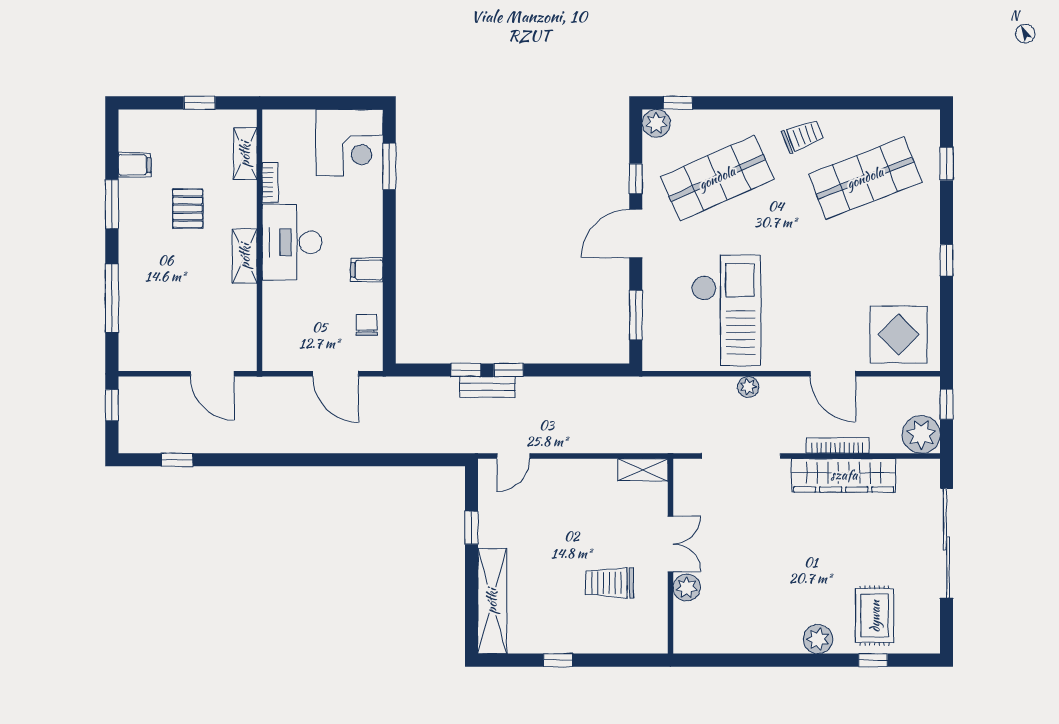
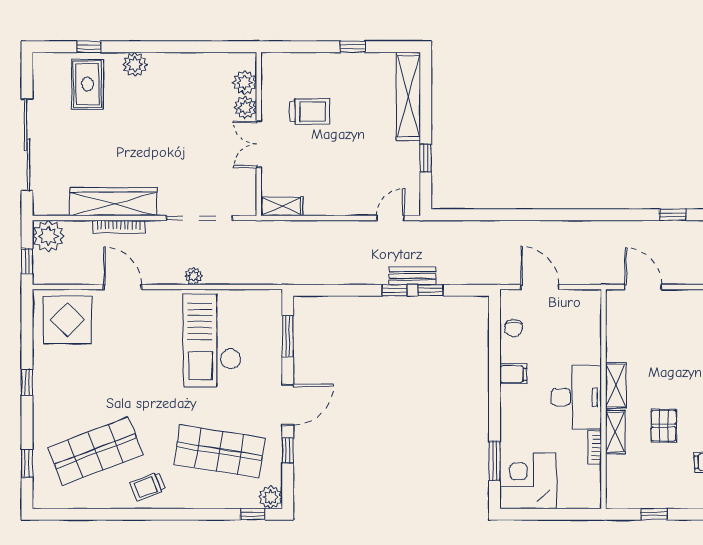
shelving: (245, 154) -> (615, 432), moved
shop shelf: (717, 178) -> (219, 451), turned 33
plant: (687, 618) -> (245, 82), added

